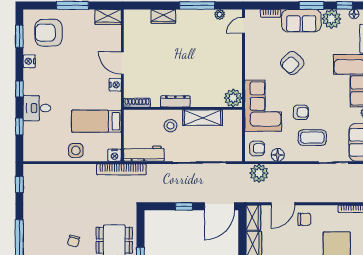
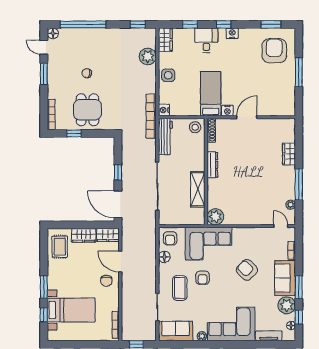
wardrobe: (108, 17) -> (165, 40), moved, turned 180
nightstand: (29, 61) -> (232, 33), moved
bed: (96, 121) -> (211, 94), moved
stool: (170, 126) -> (195, 127), moved
plant: (259, 173) -> (148, 56), moved

